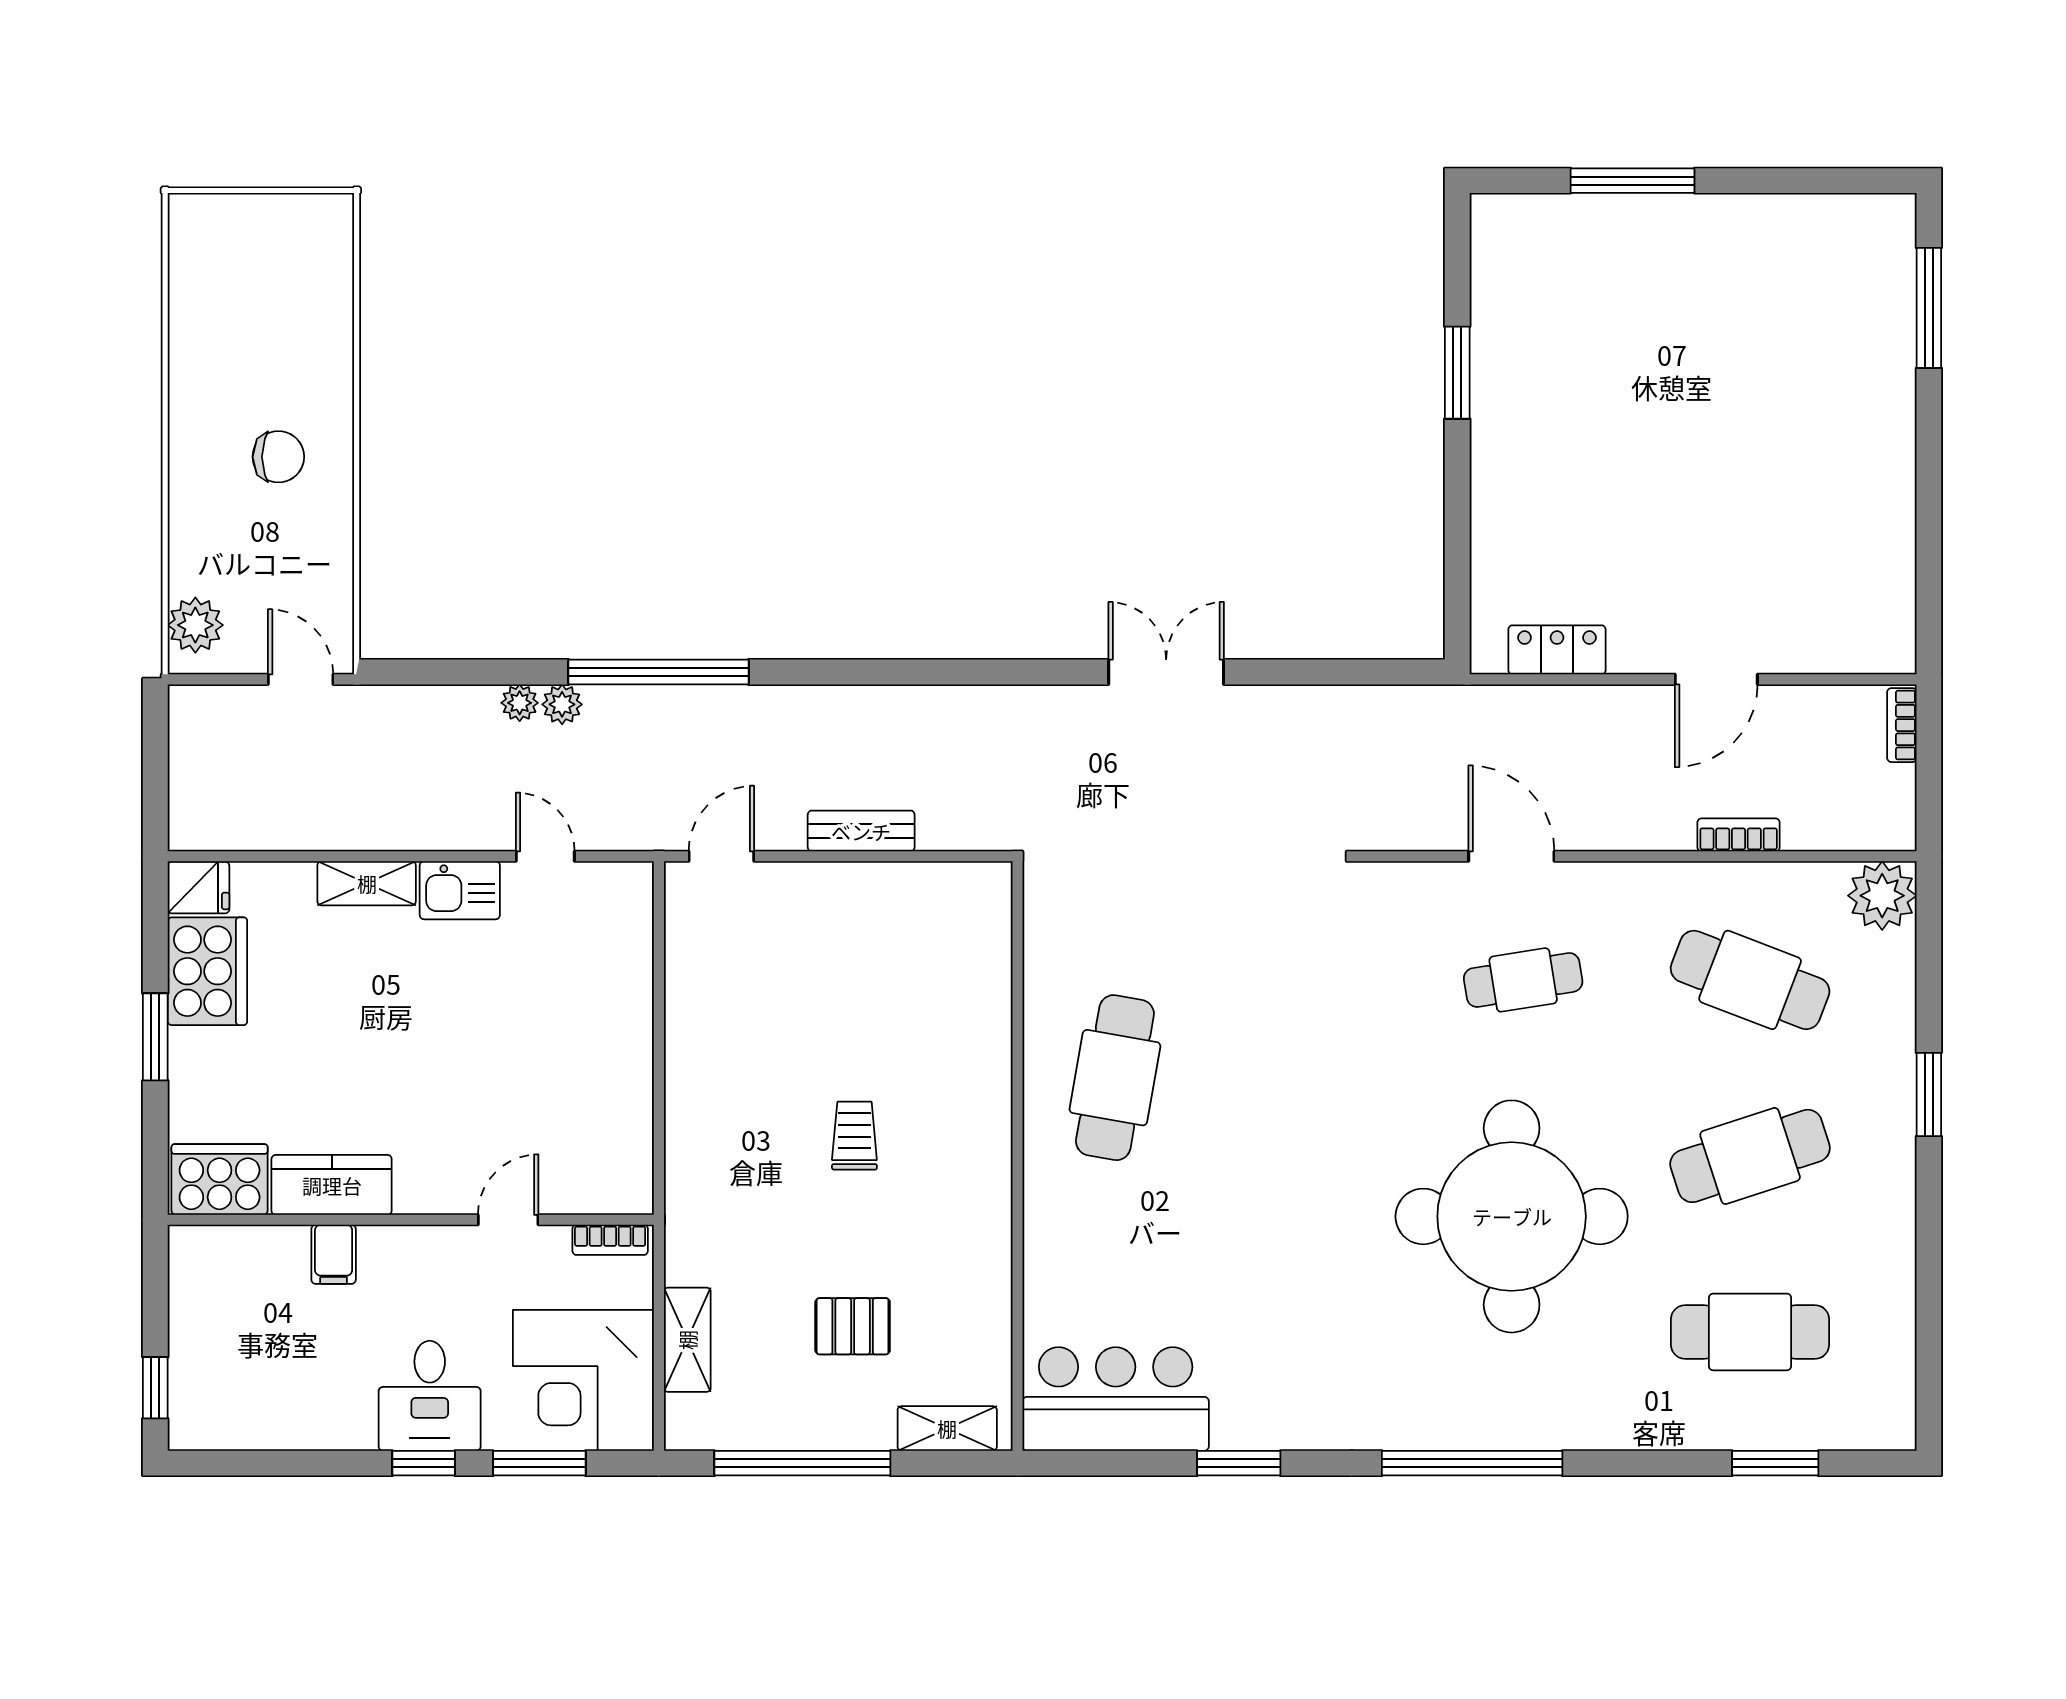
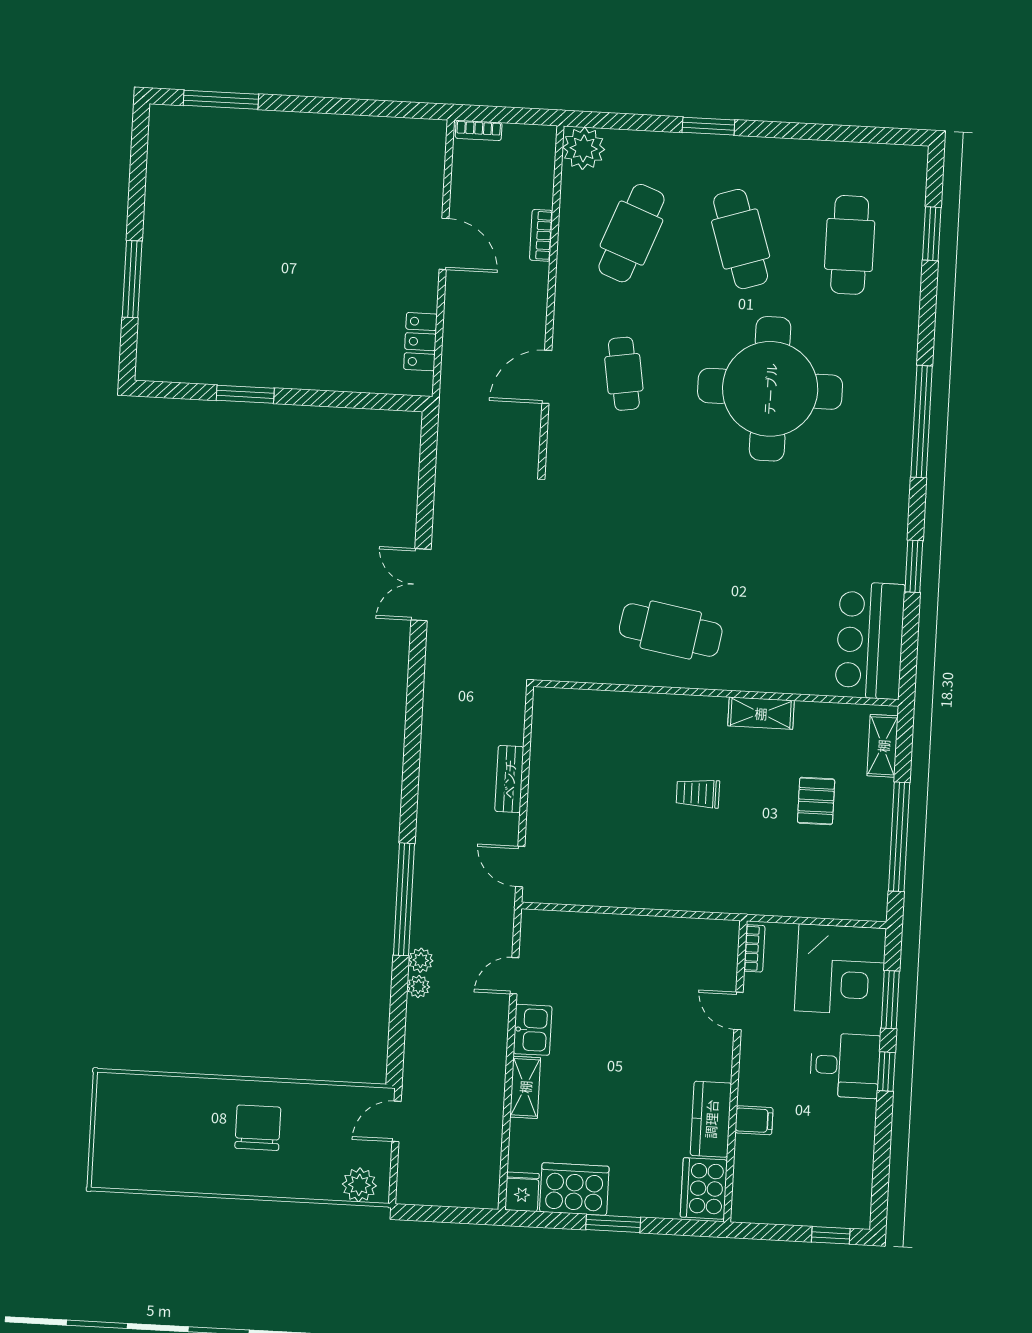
chair: (278, 457) -> (258, 1128), width x1.37, depth x1.37
shelving: (687, 1340) -> (761, 713), moved

